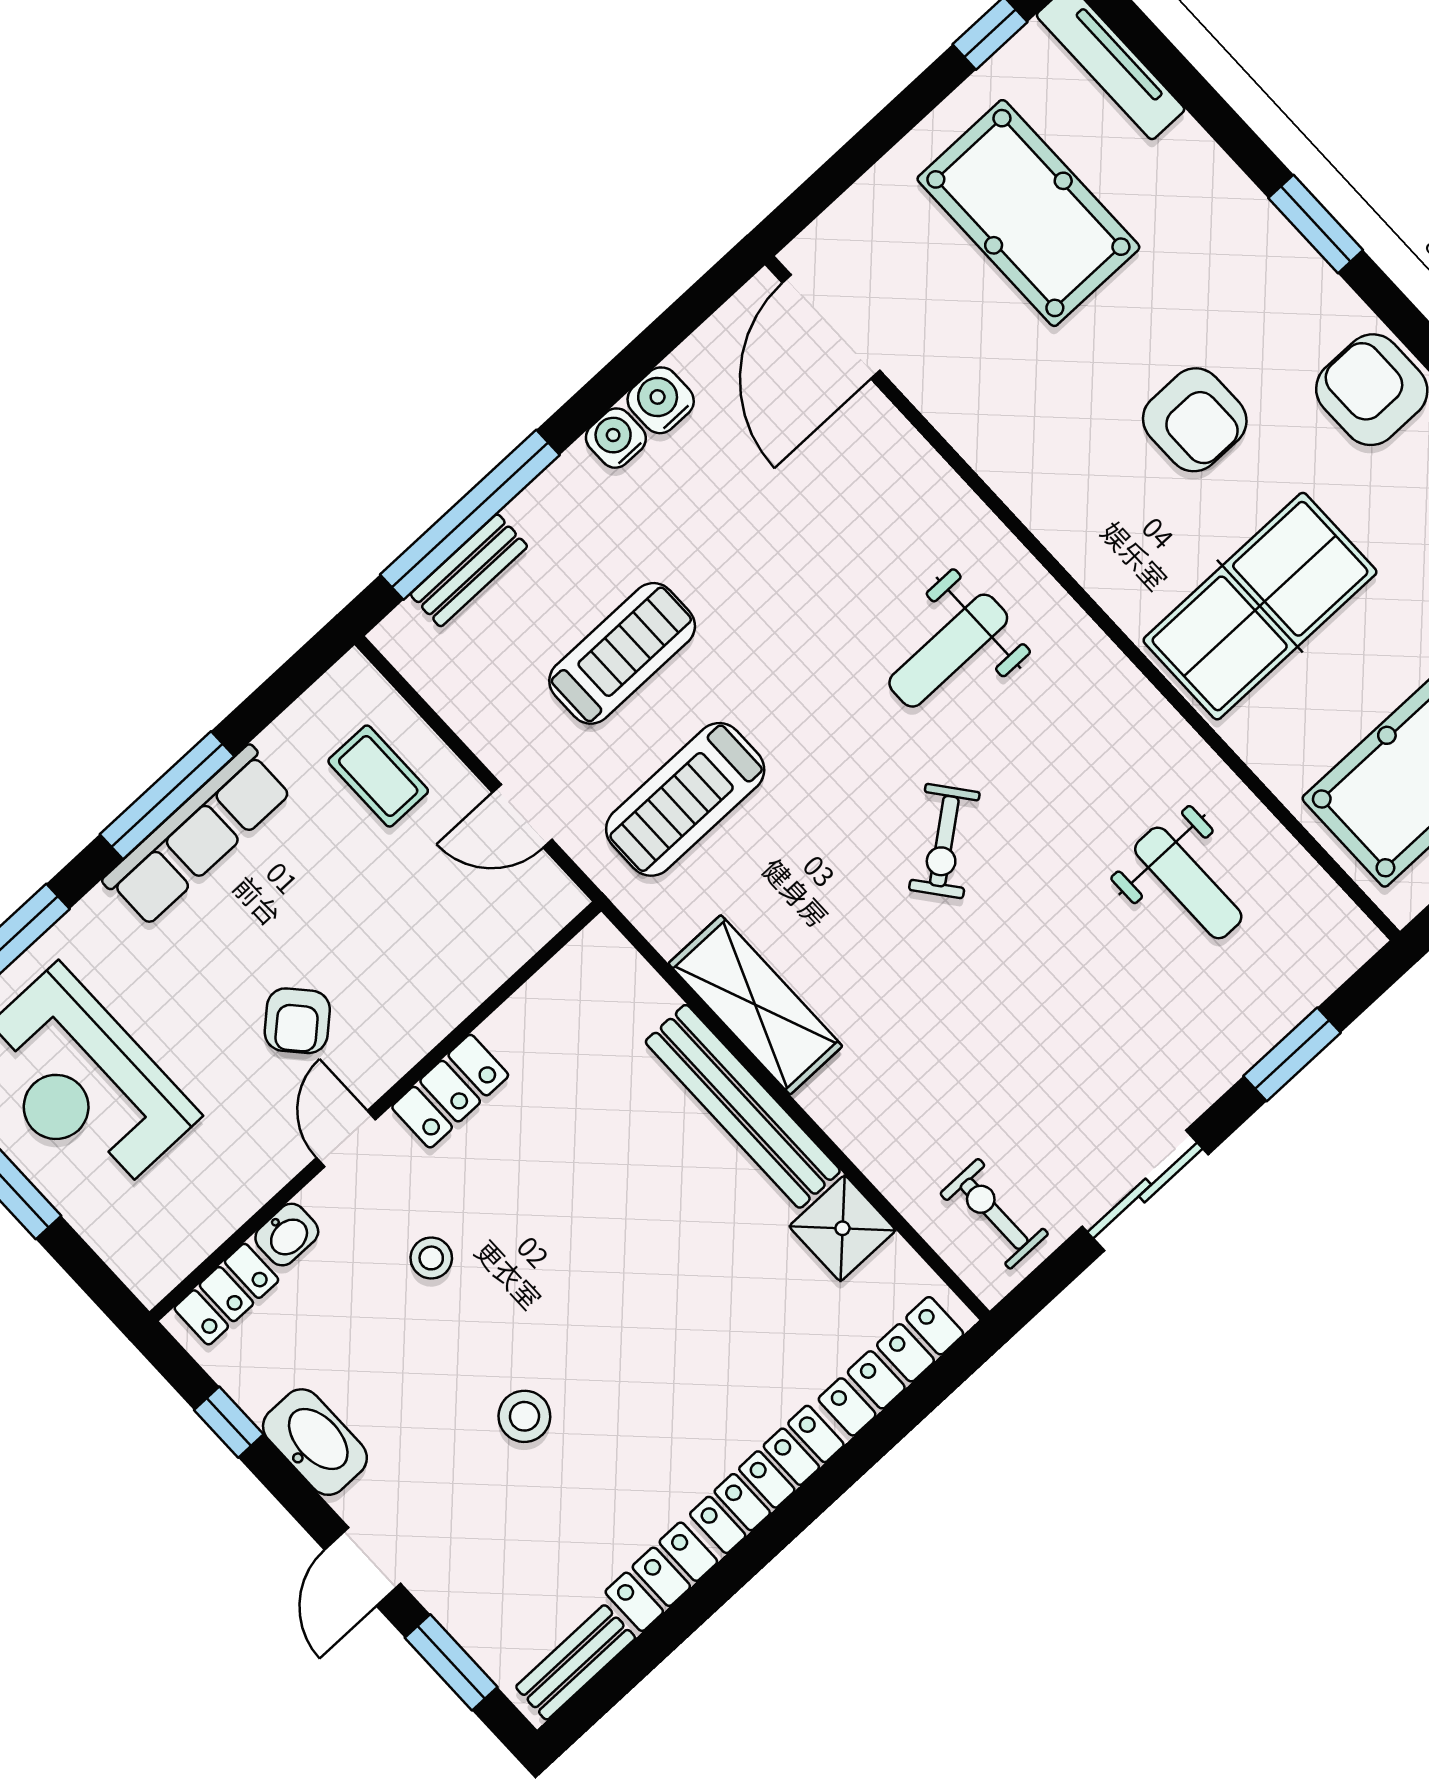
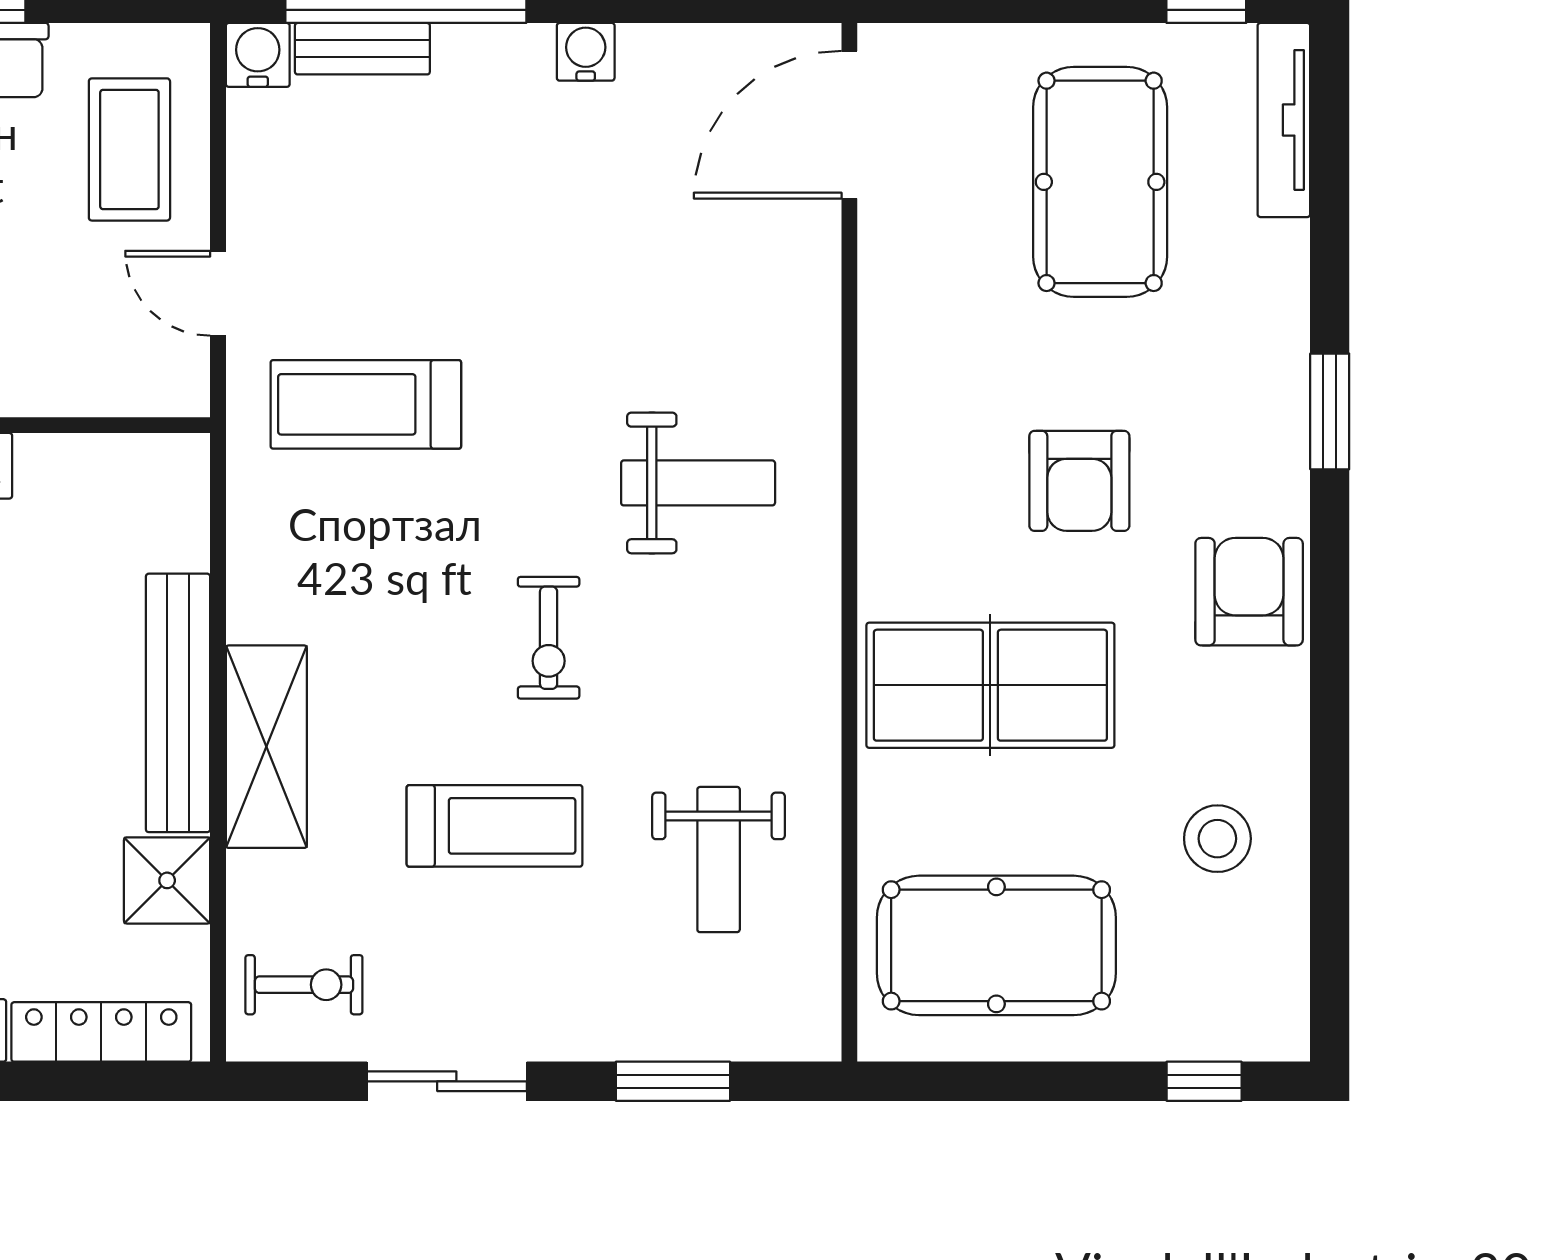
water cooler: (661, 400) -> (258, 55), moved
weight bench: (948, 651) -> (698, 483), turned 180
treadmill: (622, 653) -> (495, 826), moved
coffee table: (378, 776) -> (129, 149), width x1.36, depth x1.30
exercise bike: (944, 841) -> (549, 638), turned -52
shelving: (755, 1005) -> (266, 747), moved
exercise bike: (994, 1214) -> (304, 985), turned 90

